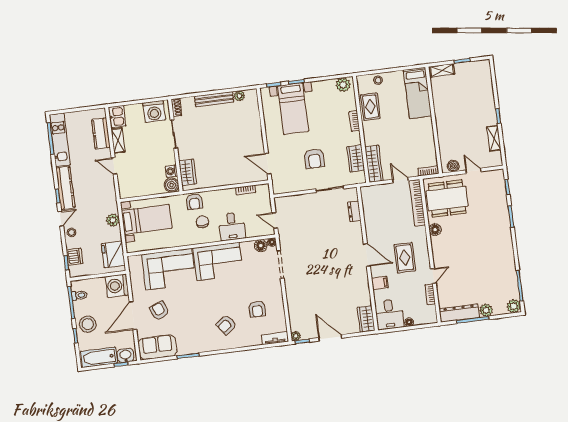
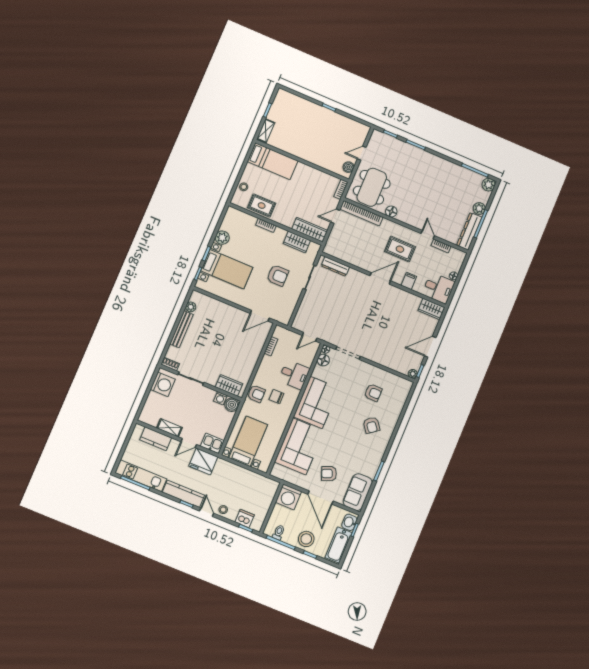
plant: (343, 85) -> (222, 238), moved
kitchen sink: (117, 117) -> (212, 443), moved
shelving: (494, 138) -> (345, 122), removed
dresser: (354, 211) -> (335, 266), width x1.44
plant: (113, 220) -> (233, 470), removed
fridge: (113, 254) -> (203, 461), moved
tv unit: (275, 338) -> (405, 392), removed

